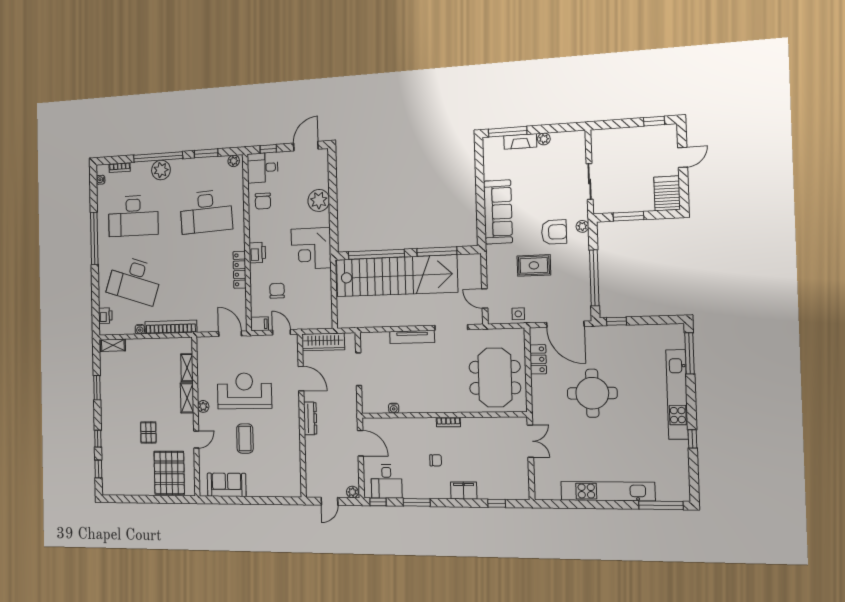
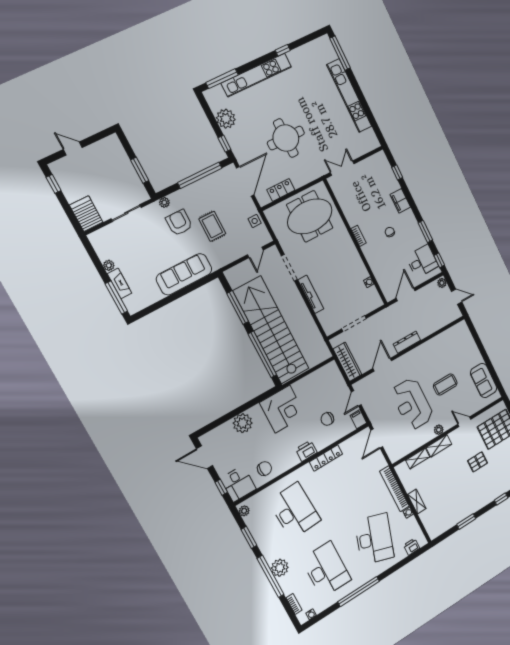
server rack: (667, 193) -> (86, 214), moved, turned 90
plant: (643, 336) -> (226, 119), added
shelving: (113, 345) -> (417, 502), moved

